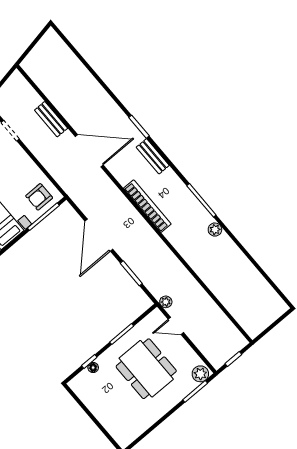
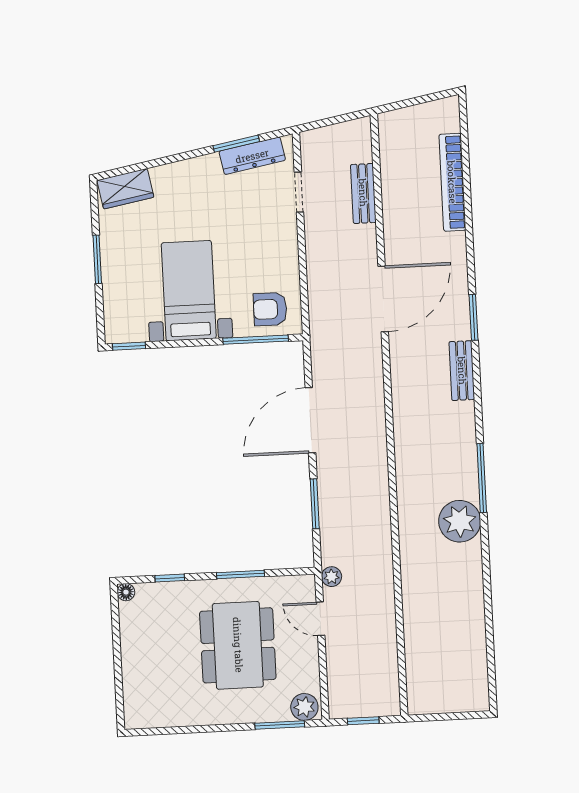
bench: (51, 119) -> (363, 193), moved
door: (89, 151) -> (383, 299), hinge flipped
bookcase: (147, 206) -> (452, 182), moved, turned 180
plant: (215, 230) -> (460, 521), width x1.88, depth x1.88
floor lamp: (93, 368) -> (126, 592), moved

